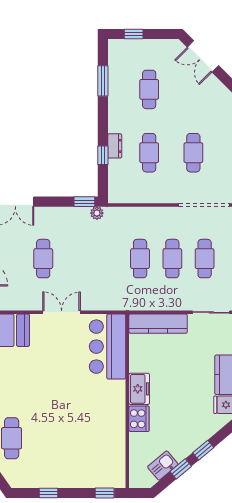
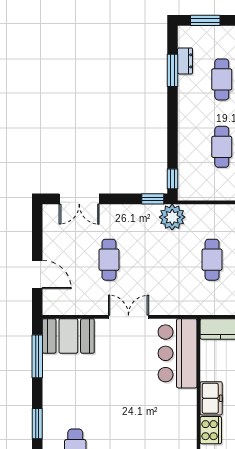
window: (134, 34) -> (205, 20), width x1.50
dresser: (115, 146) -> (185, 61), moved
window: (103, 155) -> (172, 179), moved
plant: (97, 213) -> (172, 217), width x1.88, depth x1.88

